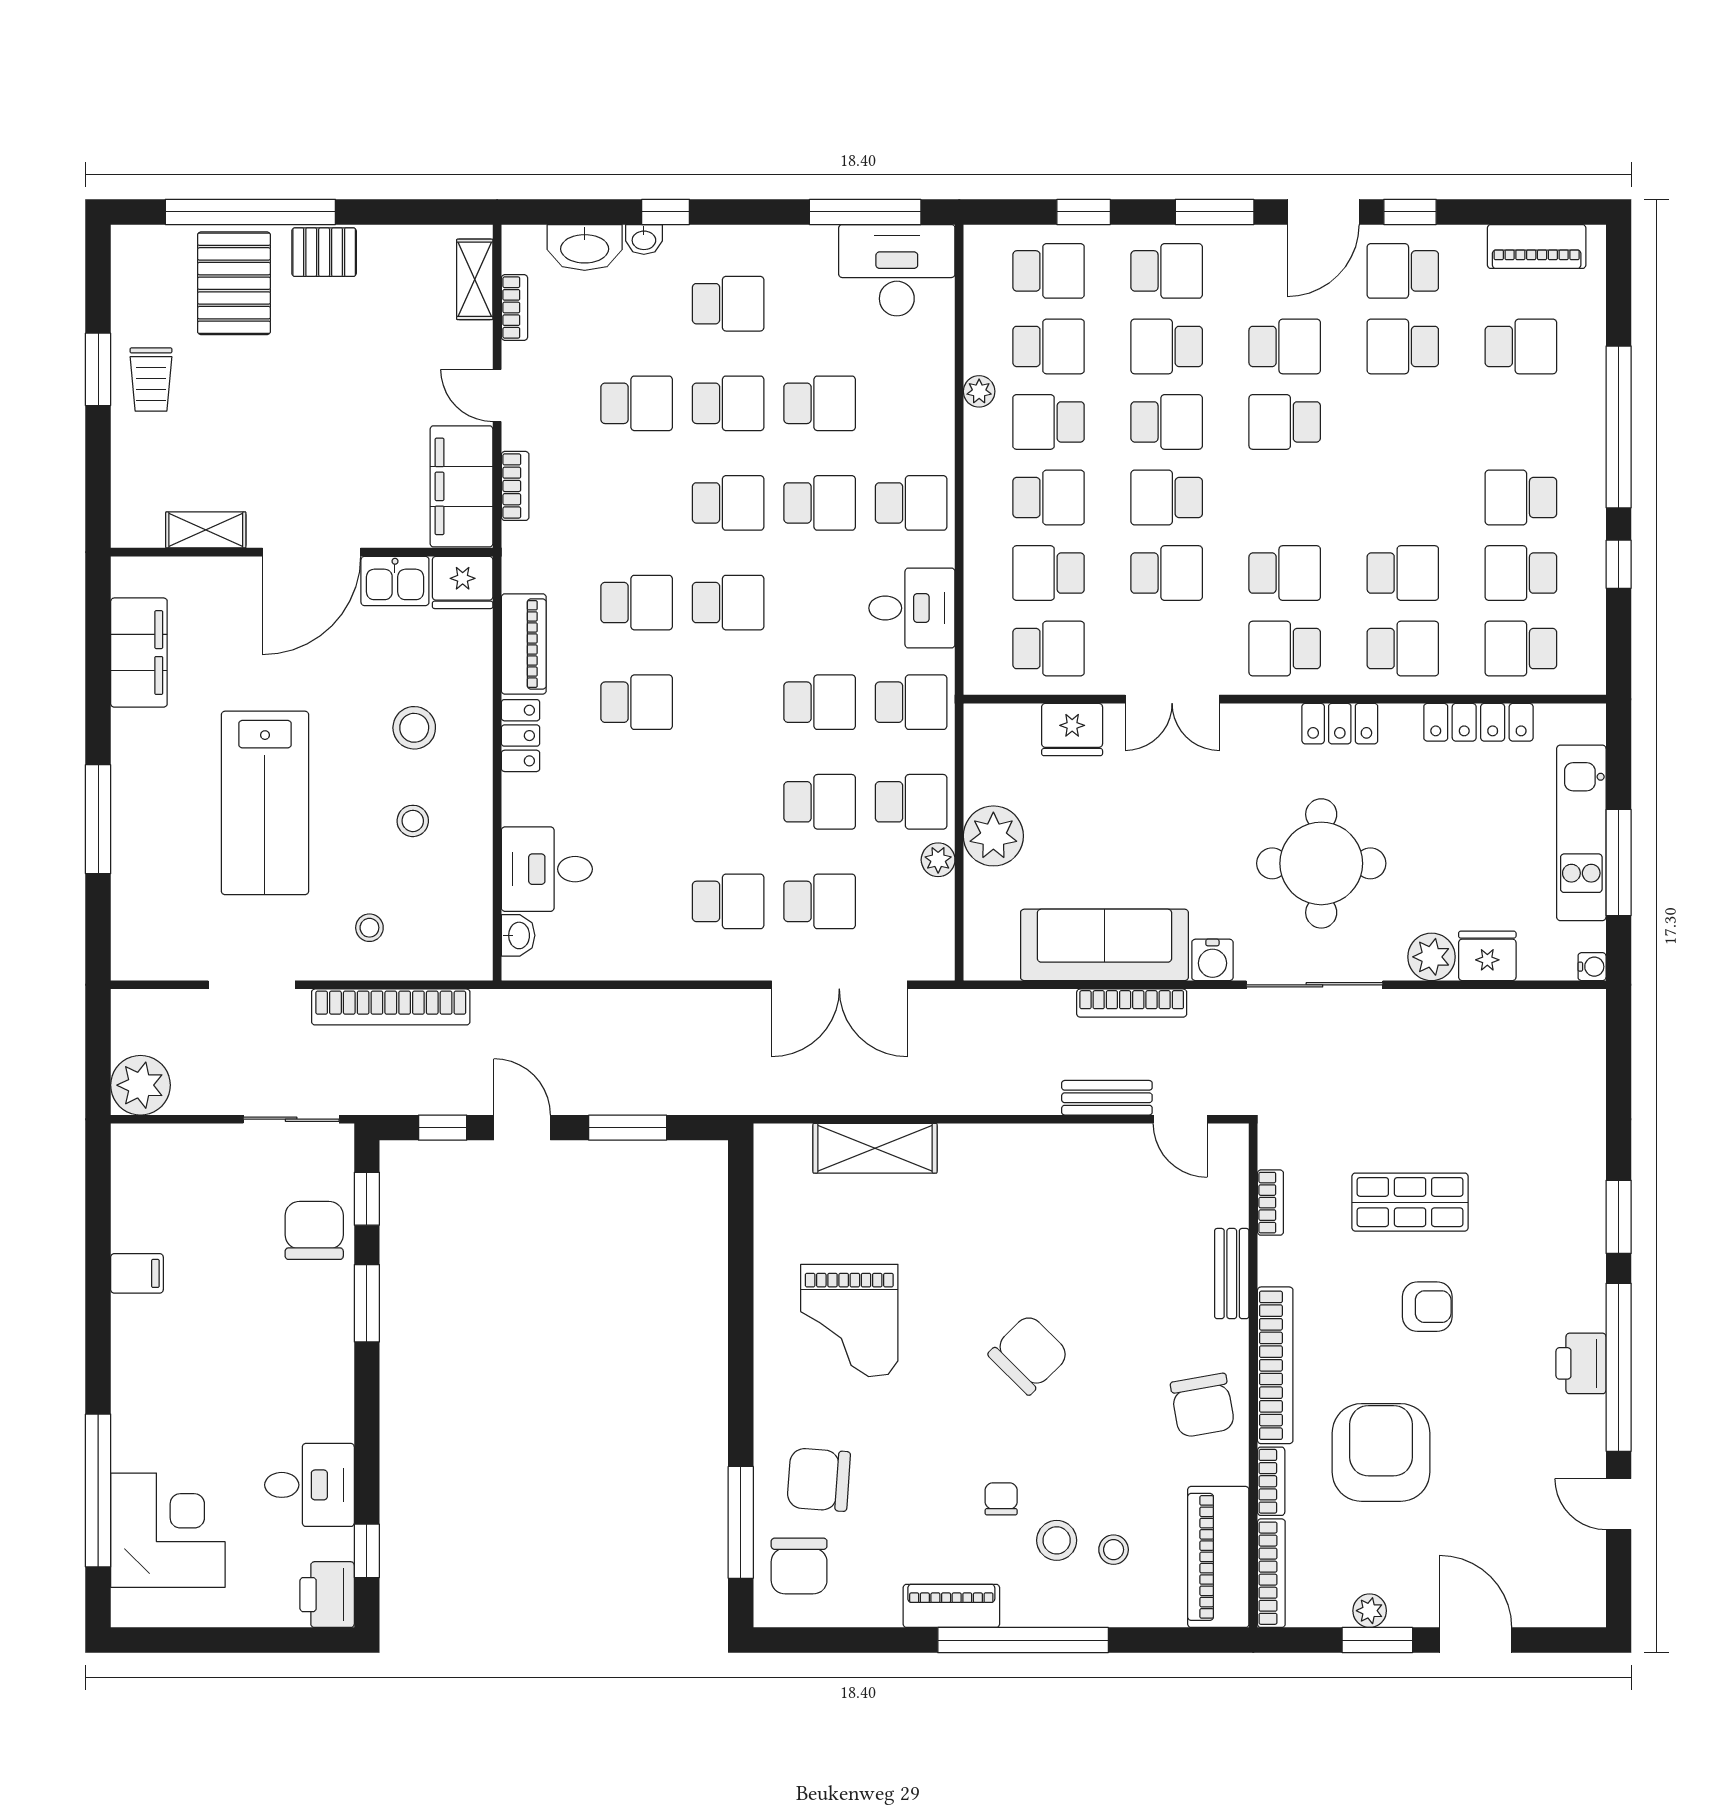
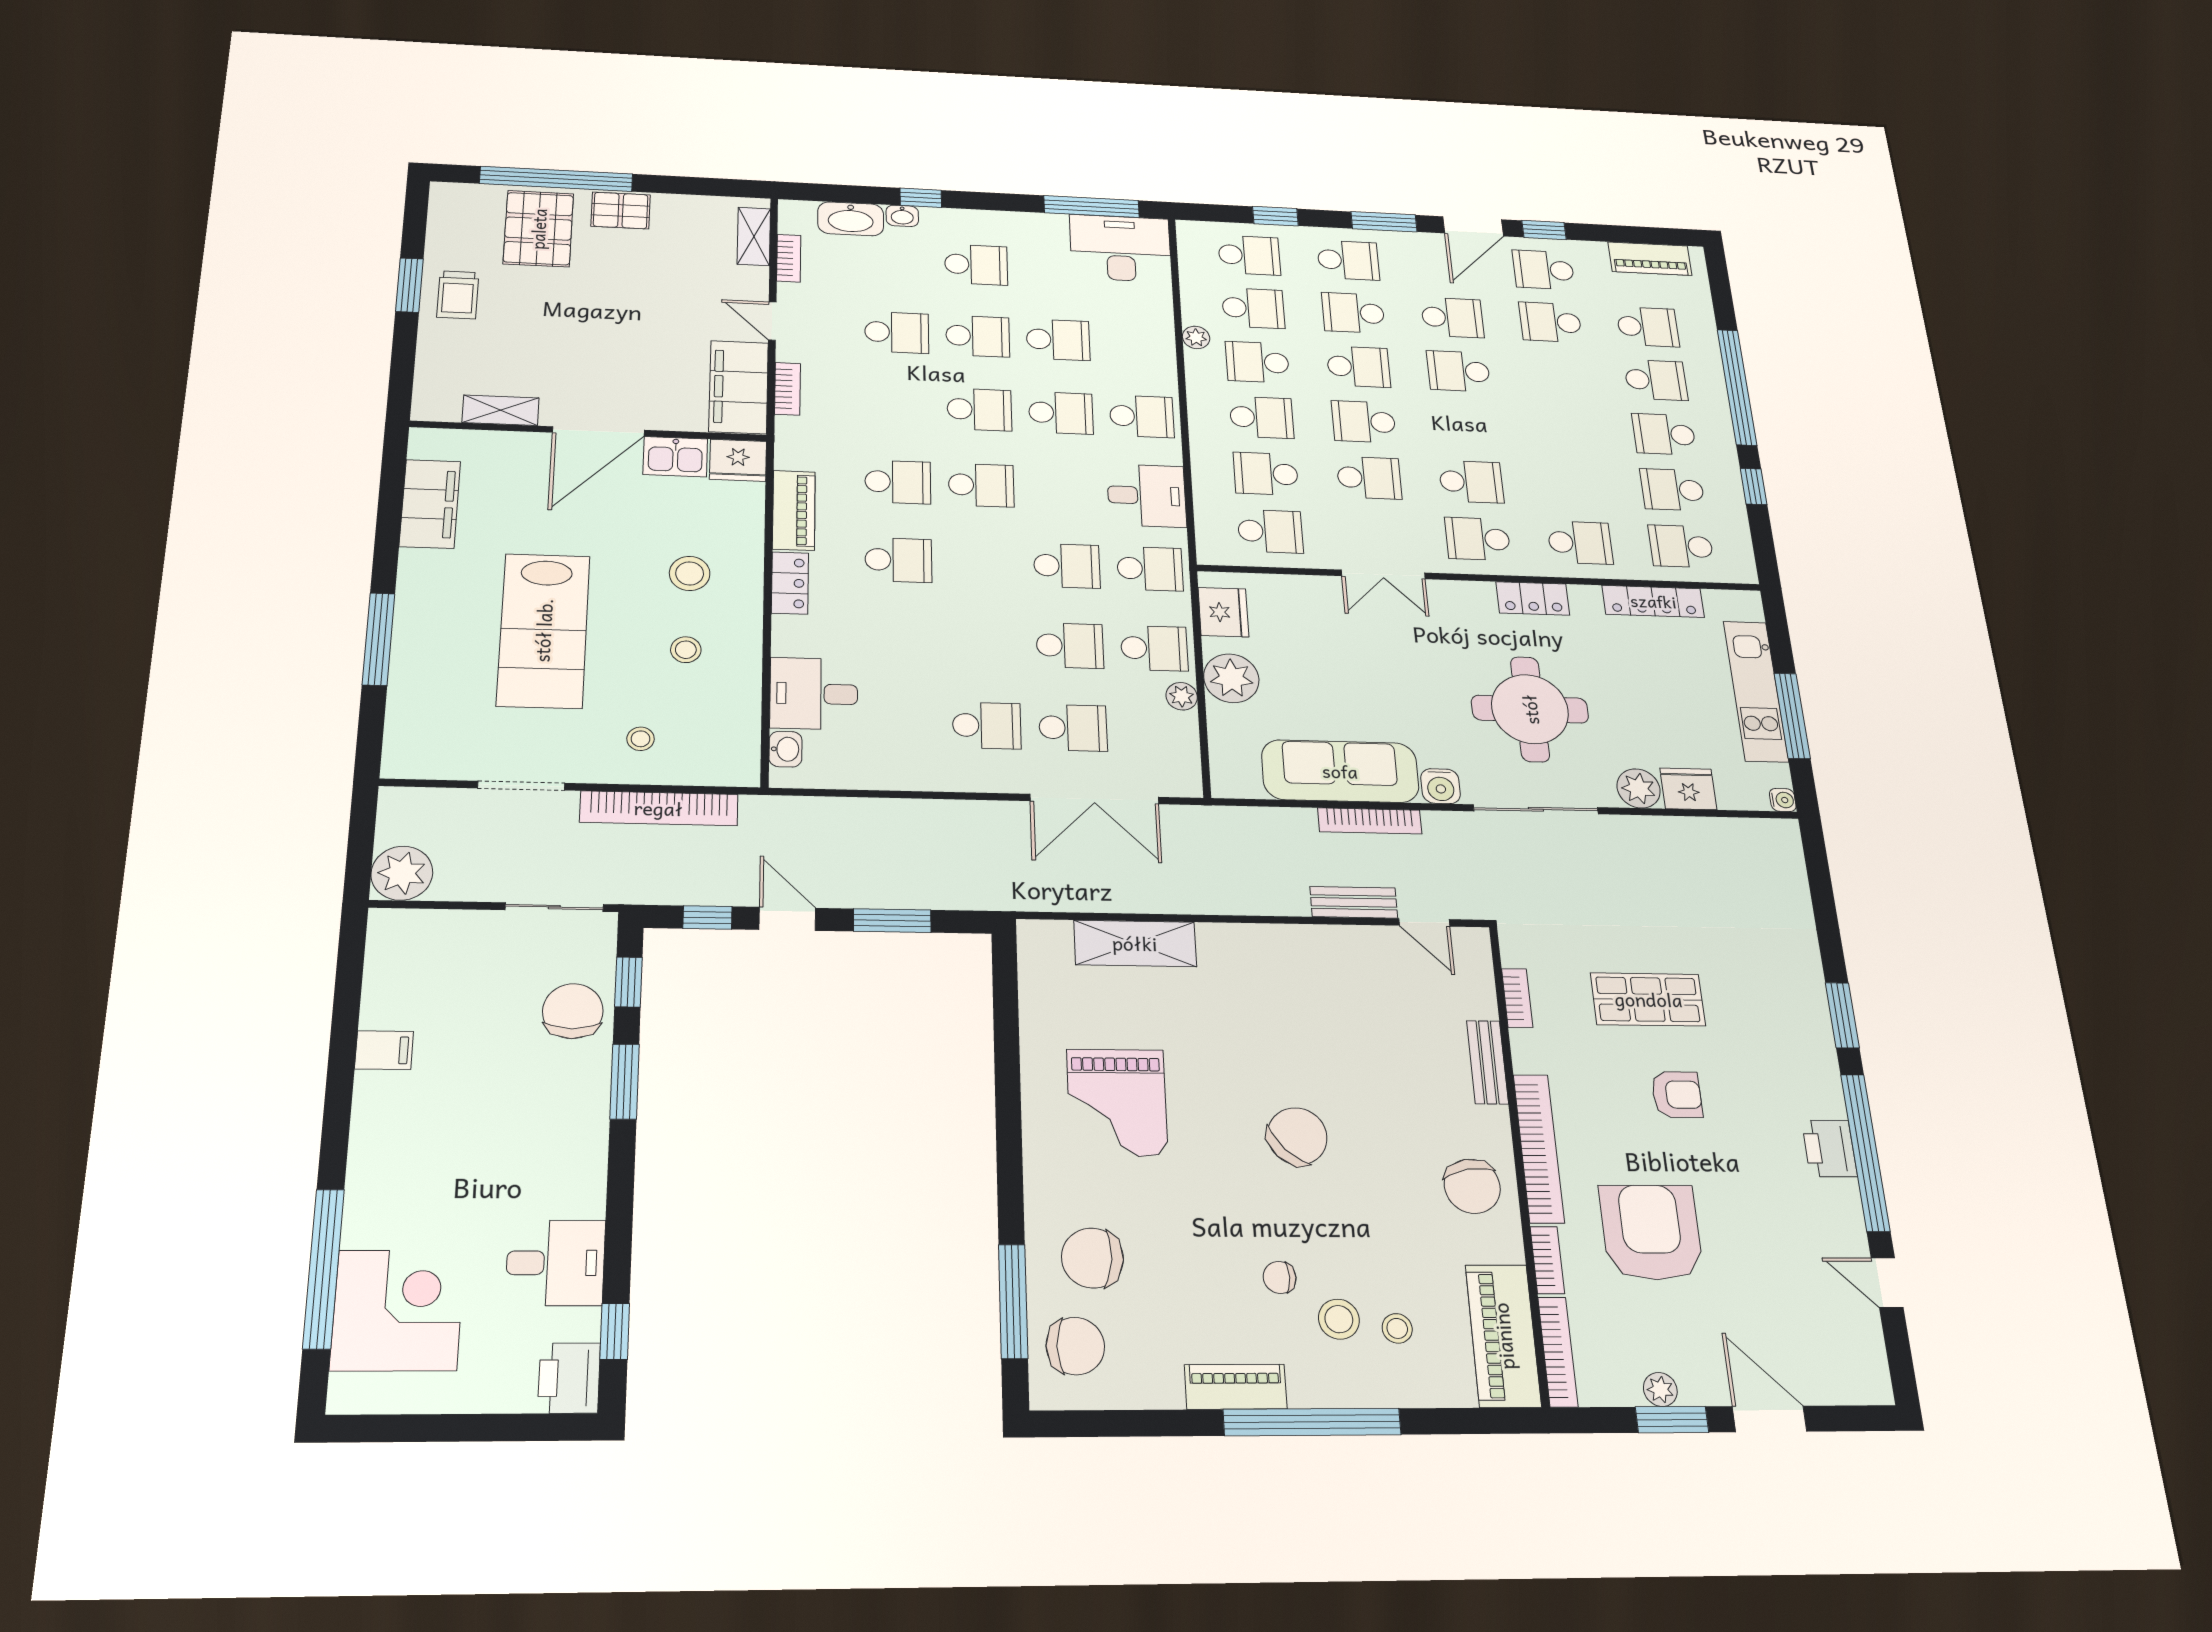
school desk: (1403, 573) -> (1656, 380), moved
fridge: (1072, 730) -> (1223, 612), moved, turned -90
chair: (1001, 1499) -> (1280, 1277), turned -90
chair: (799, 1566) -> (1075, 1346), turned -90

